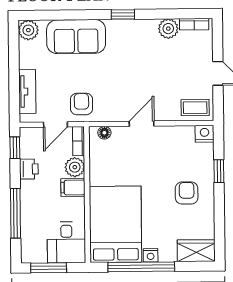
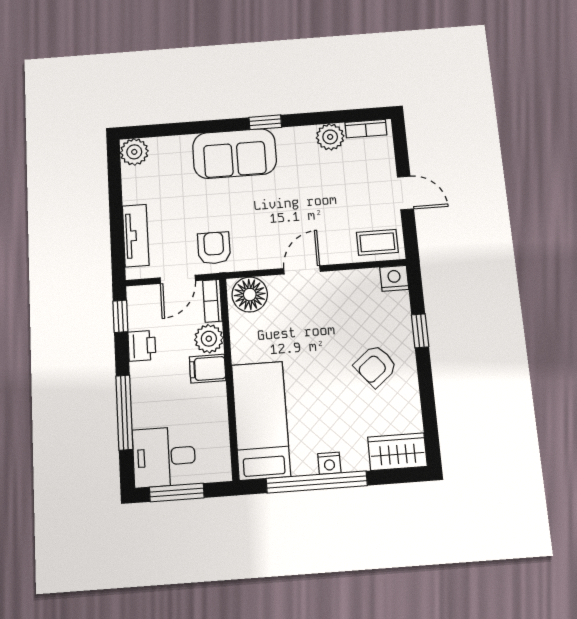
sofa: (76, 37) -> (234, 154), moved
floor lamp: (104, 133) -> (250, 295), width x1.89, depth x1.89
armchair: (187, 193) -> (376, 366), turned -129
bed: (116, 224) -> (261, 420), width x0.67
desk: (66, 242) -> (164, 457), moved, turned 90

